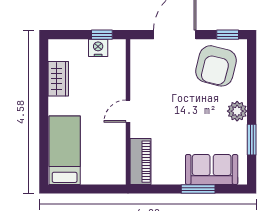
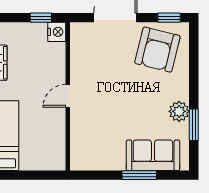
nightstand: (98, 48) -> (57, 32), moved, turned 90
plant: (237, 111) -> (179, 111), moved
piano: (141, 162) -> (80, 147), removed

